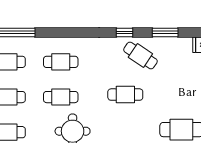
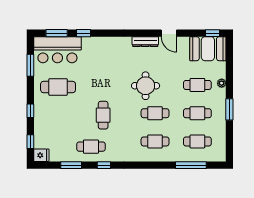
cafe table: (140, 55) -> (91, 147), turned -34
cafe table: (125, 95) -> (103, 115), turned 90

